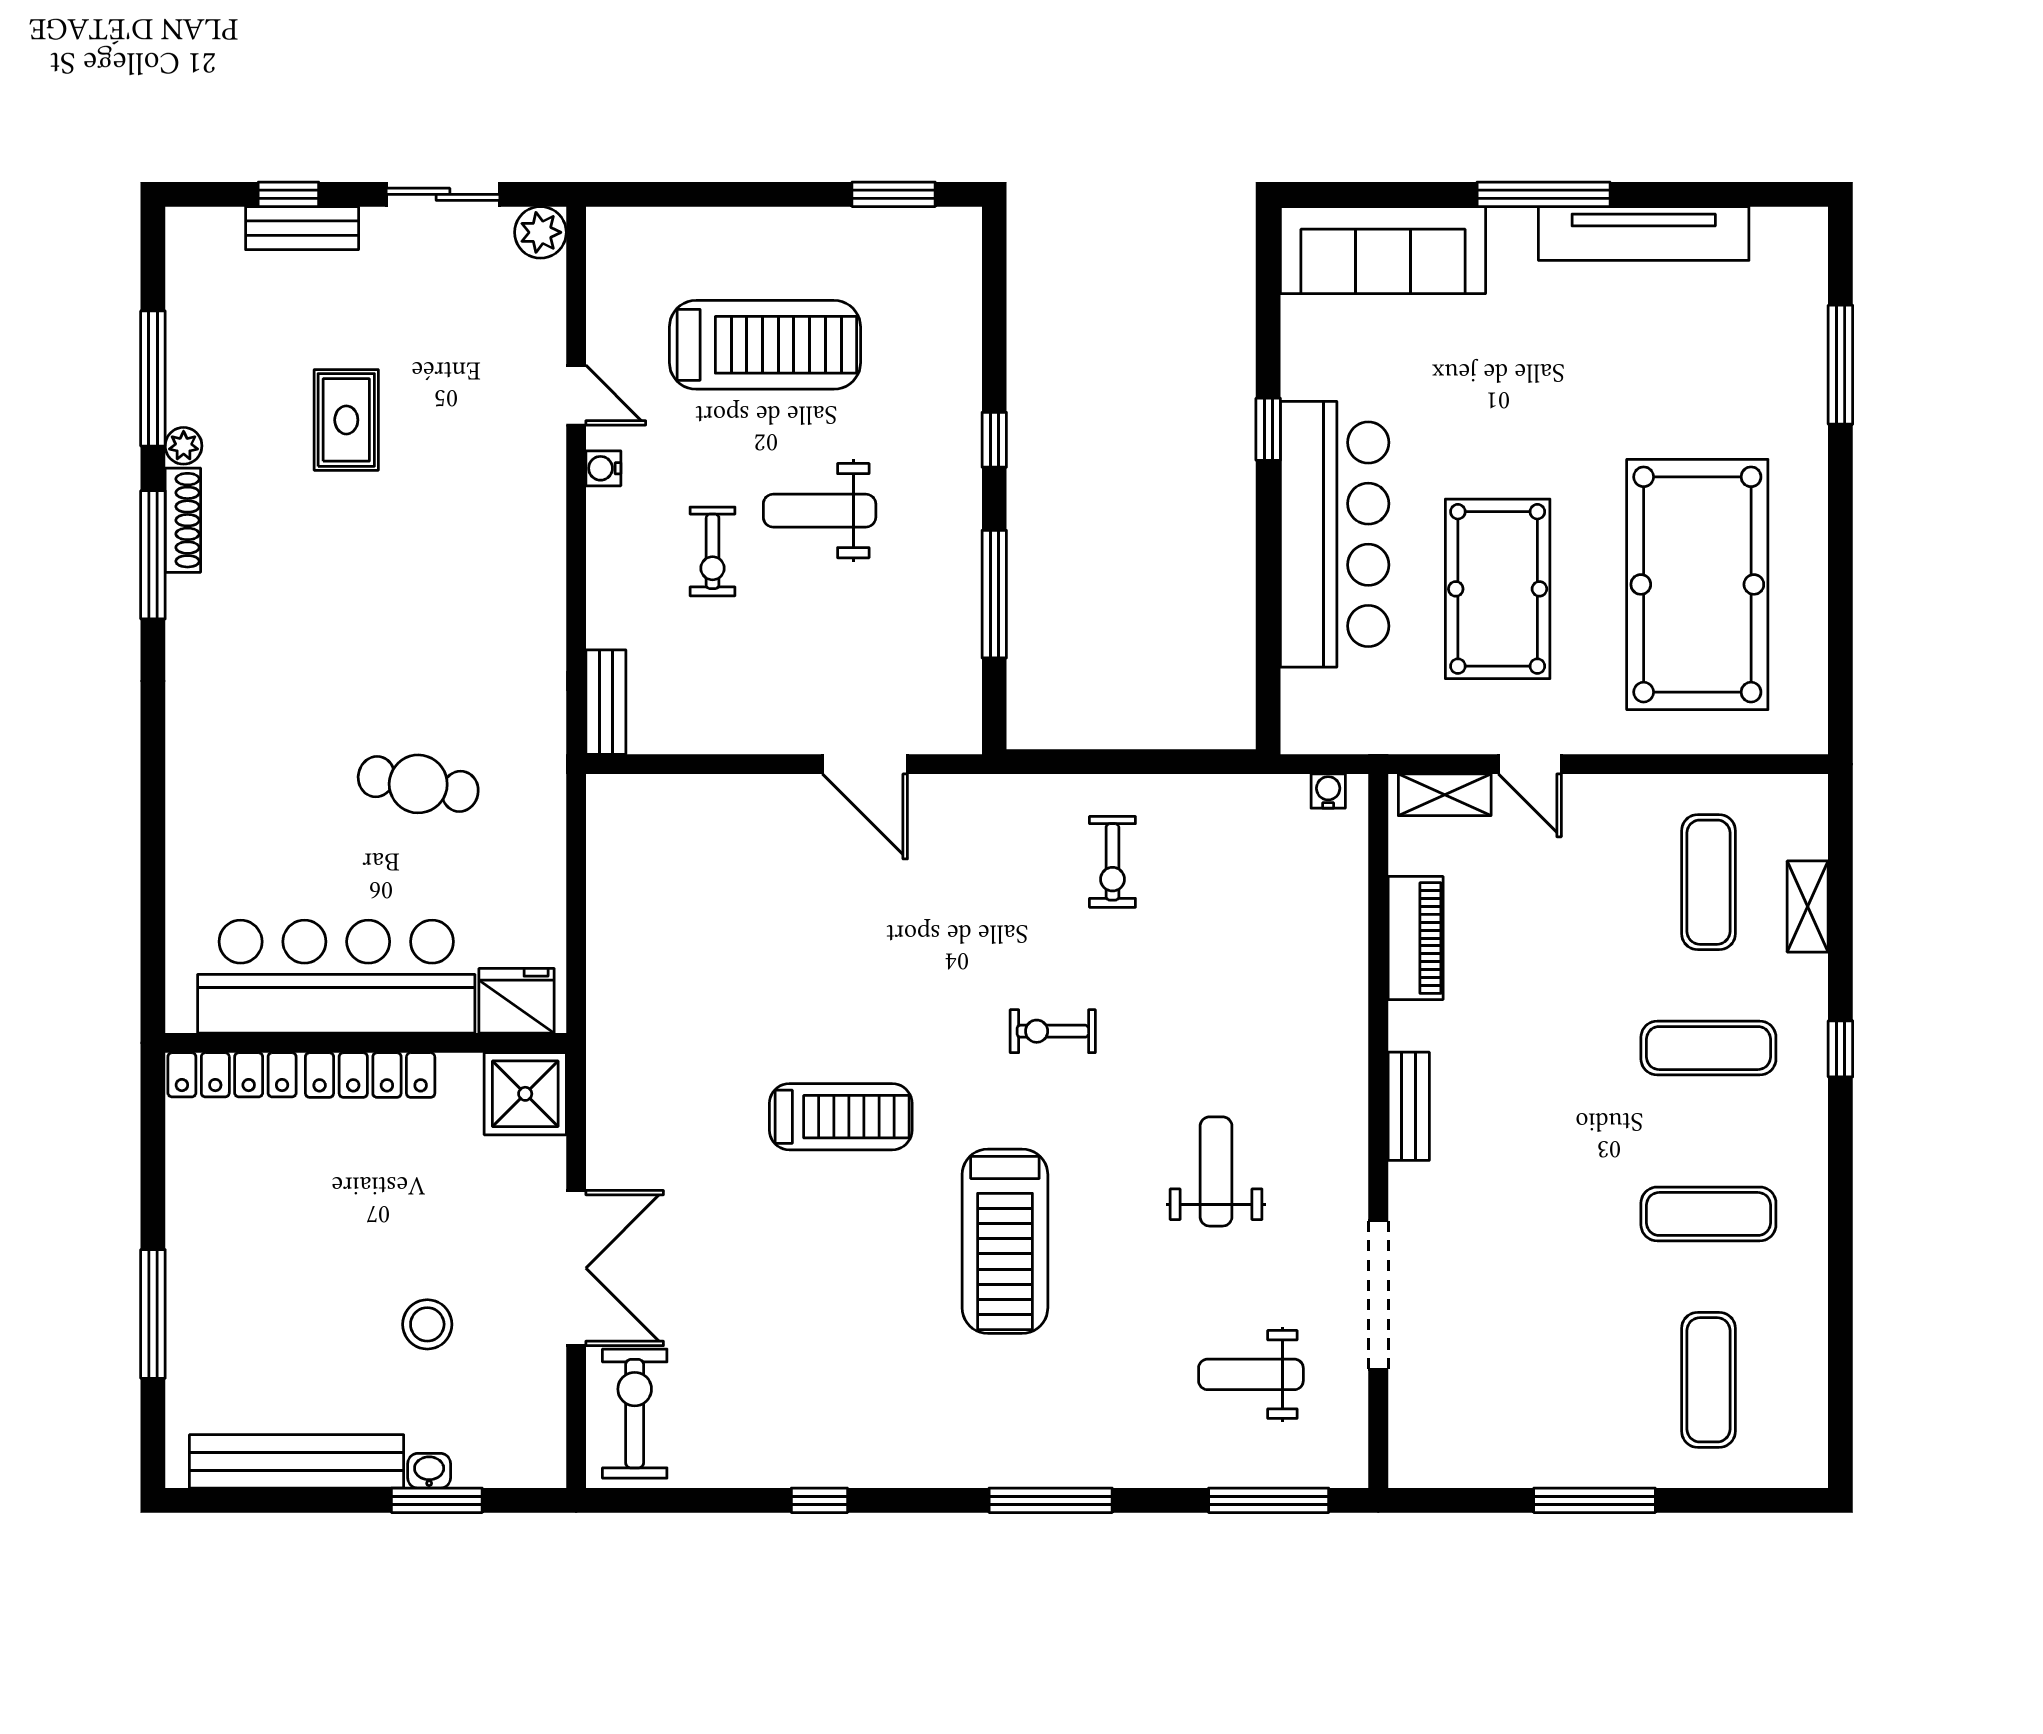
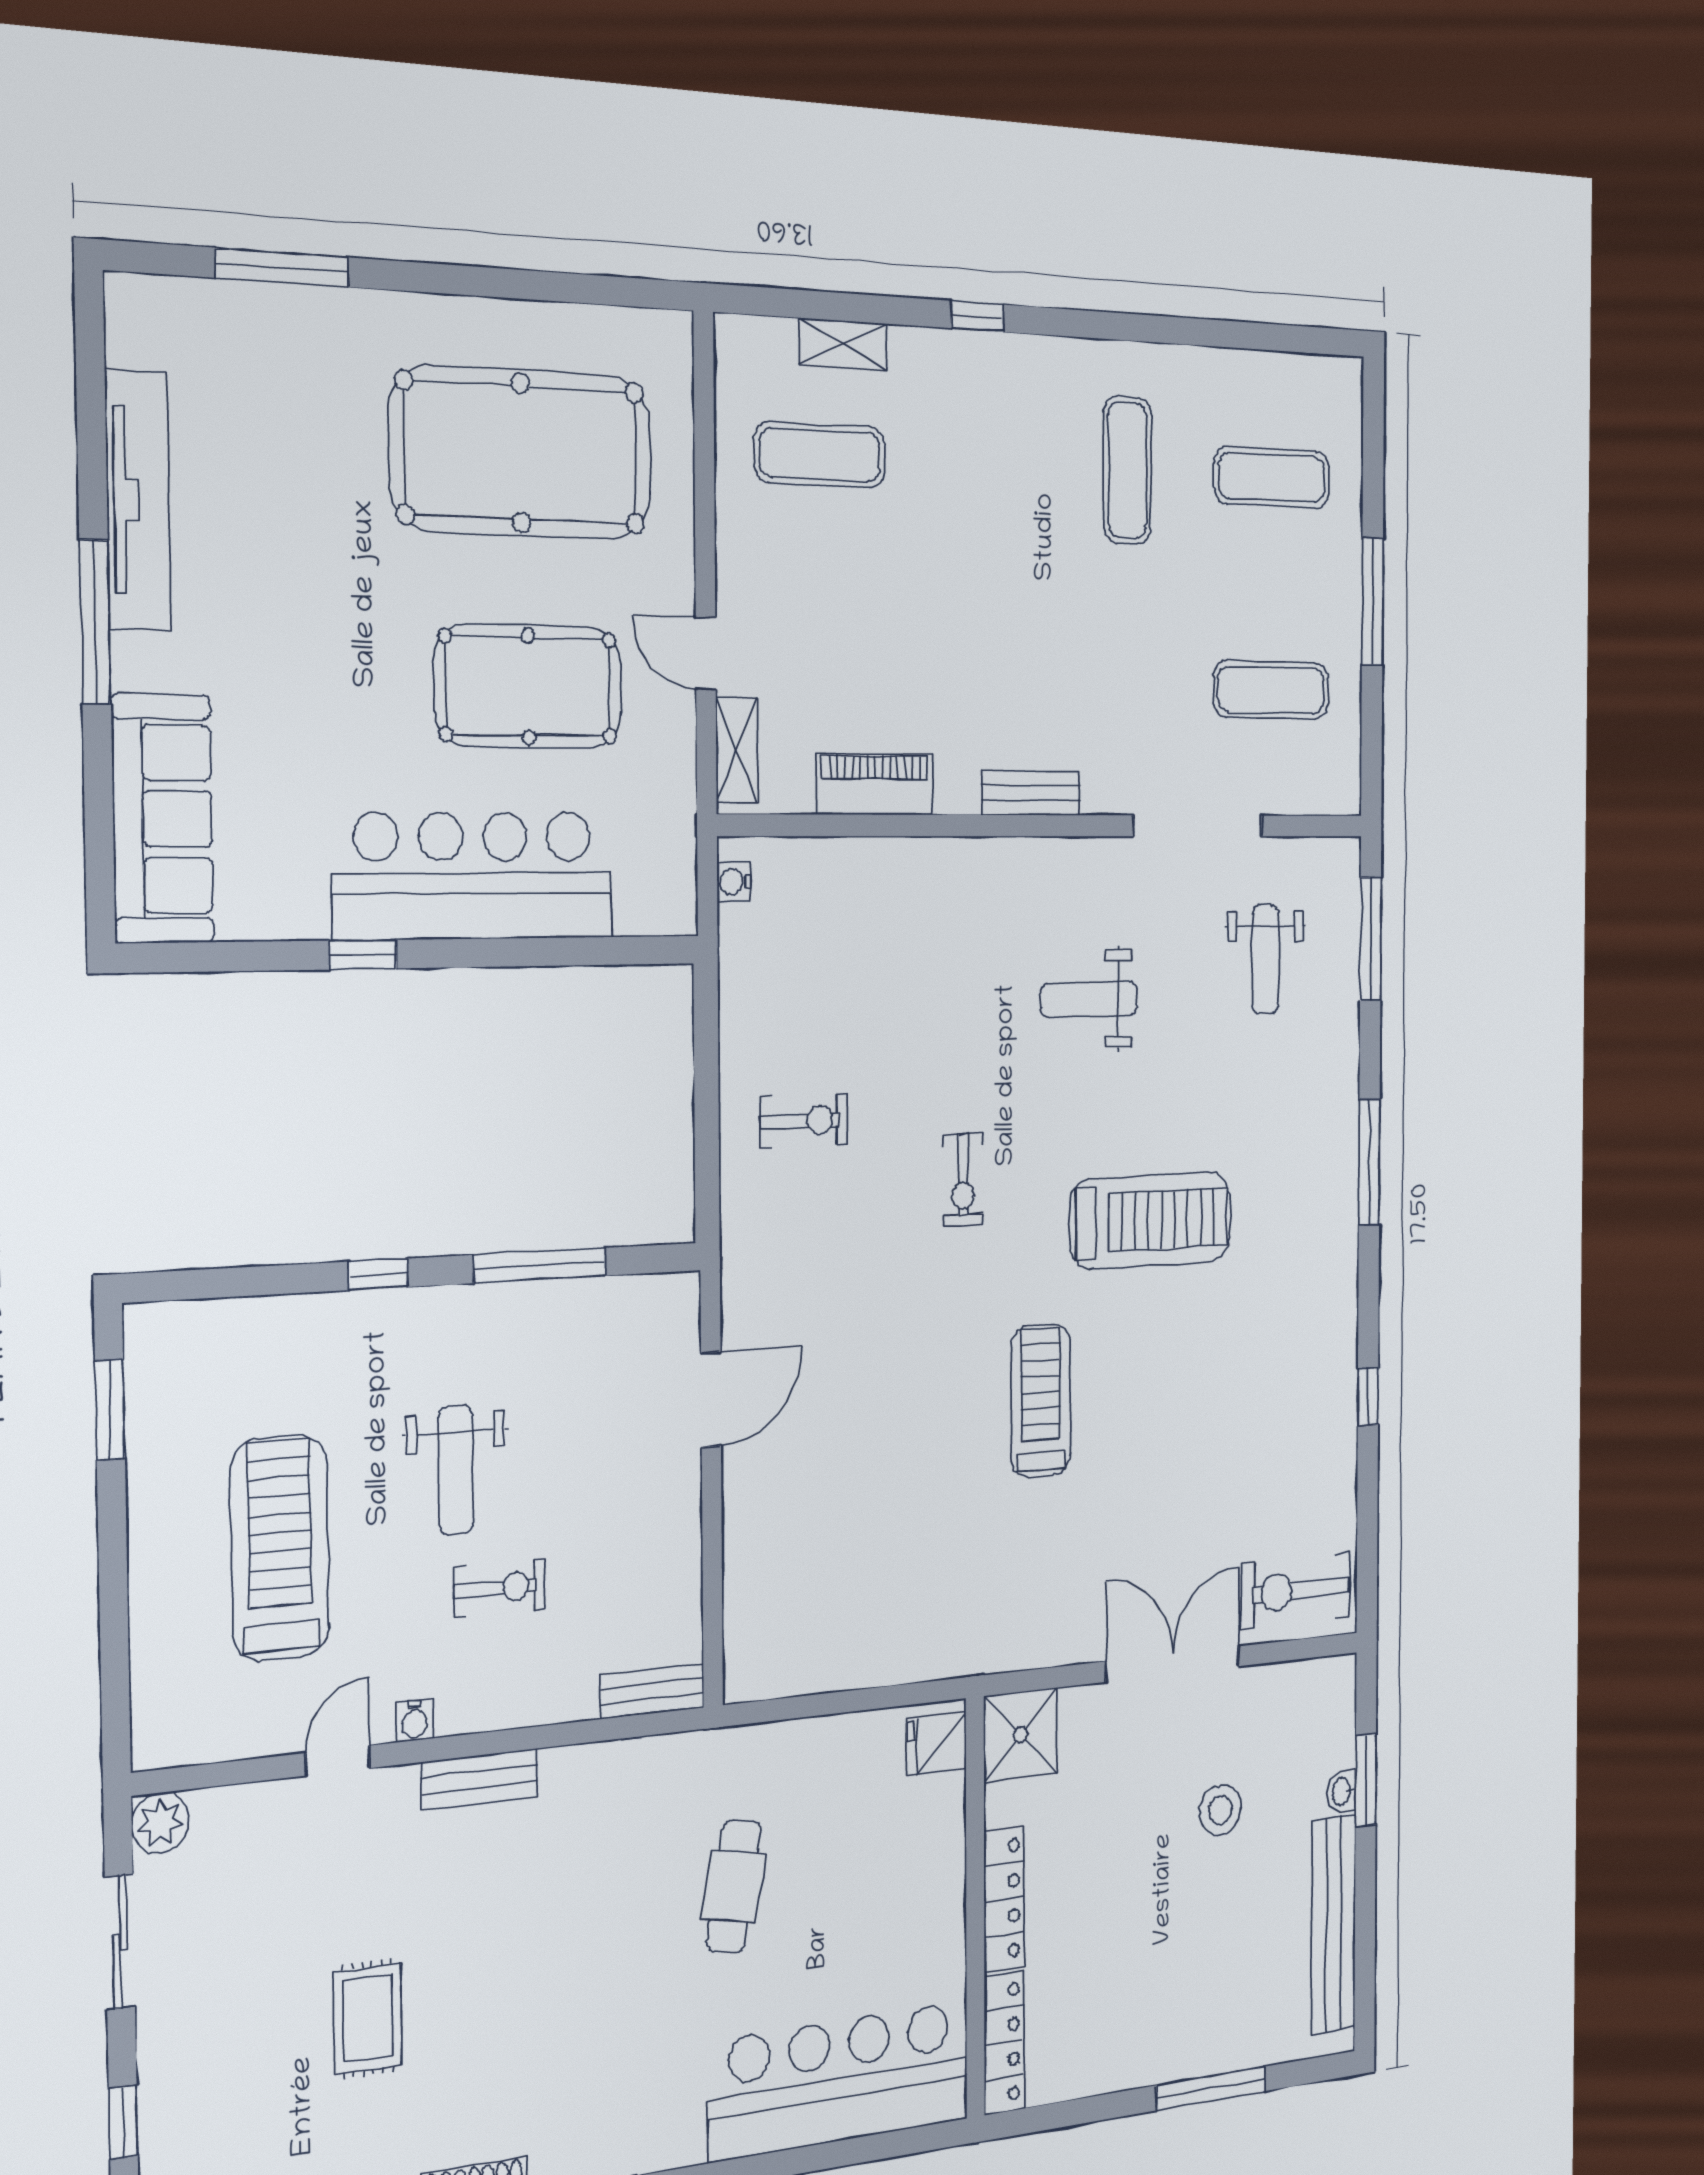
bench: (302, 228) -> (480, 1779), moved, turned 90
rug: (346, 420) -> (368, 2019), turned 90
door: (1530, 764) -> (706, 653), swing flipped
bar counter: (336, 977) -> (840, 2081), moved, turned 90
fridge: (517, 1001) -> (936, 1743), width x0.72
exercise mat: (1708, 1048) -> (1271, 690), moved, turned 90

